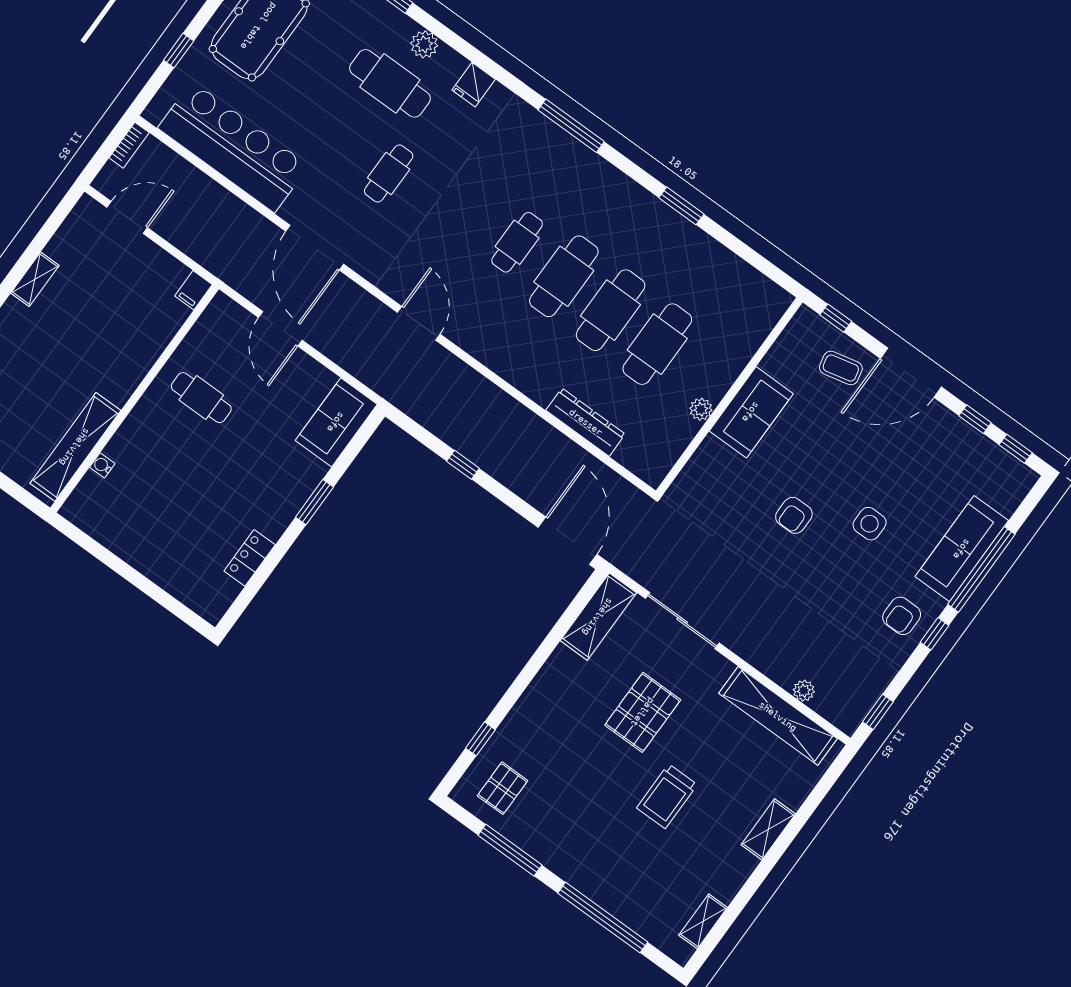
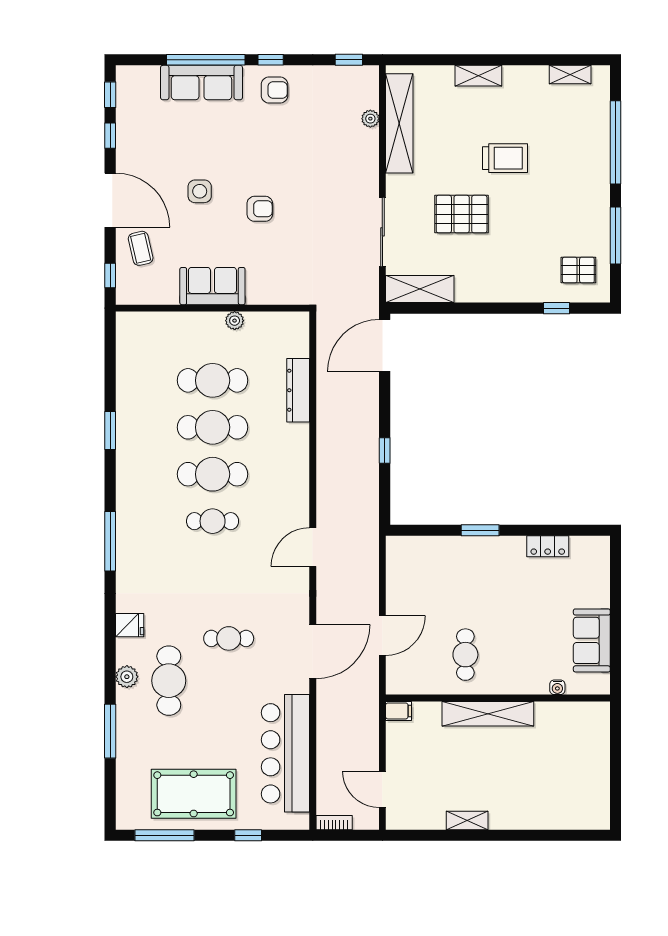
sofa: (336, 422) -> (592, 640), moved, turned 90
shelving: (75, 447) -> (488, 714), moved
side table: (870, 524) -> (200, 191), moved

